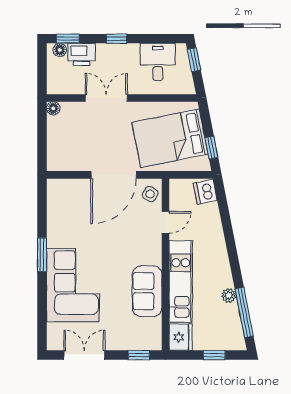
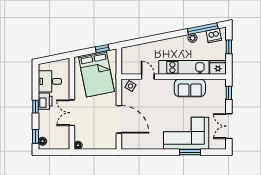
printer: (81, 54) -> (45, 101), moved
window: (194, 60) -> (48, 59), removed
door: (114, 175) -> (119, 119), moved
dishwasher: (205, 192) -> (214, 36), moved
window: (42, 255) -> (190, 152), moved

